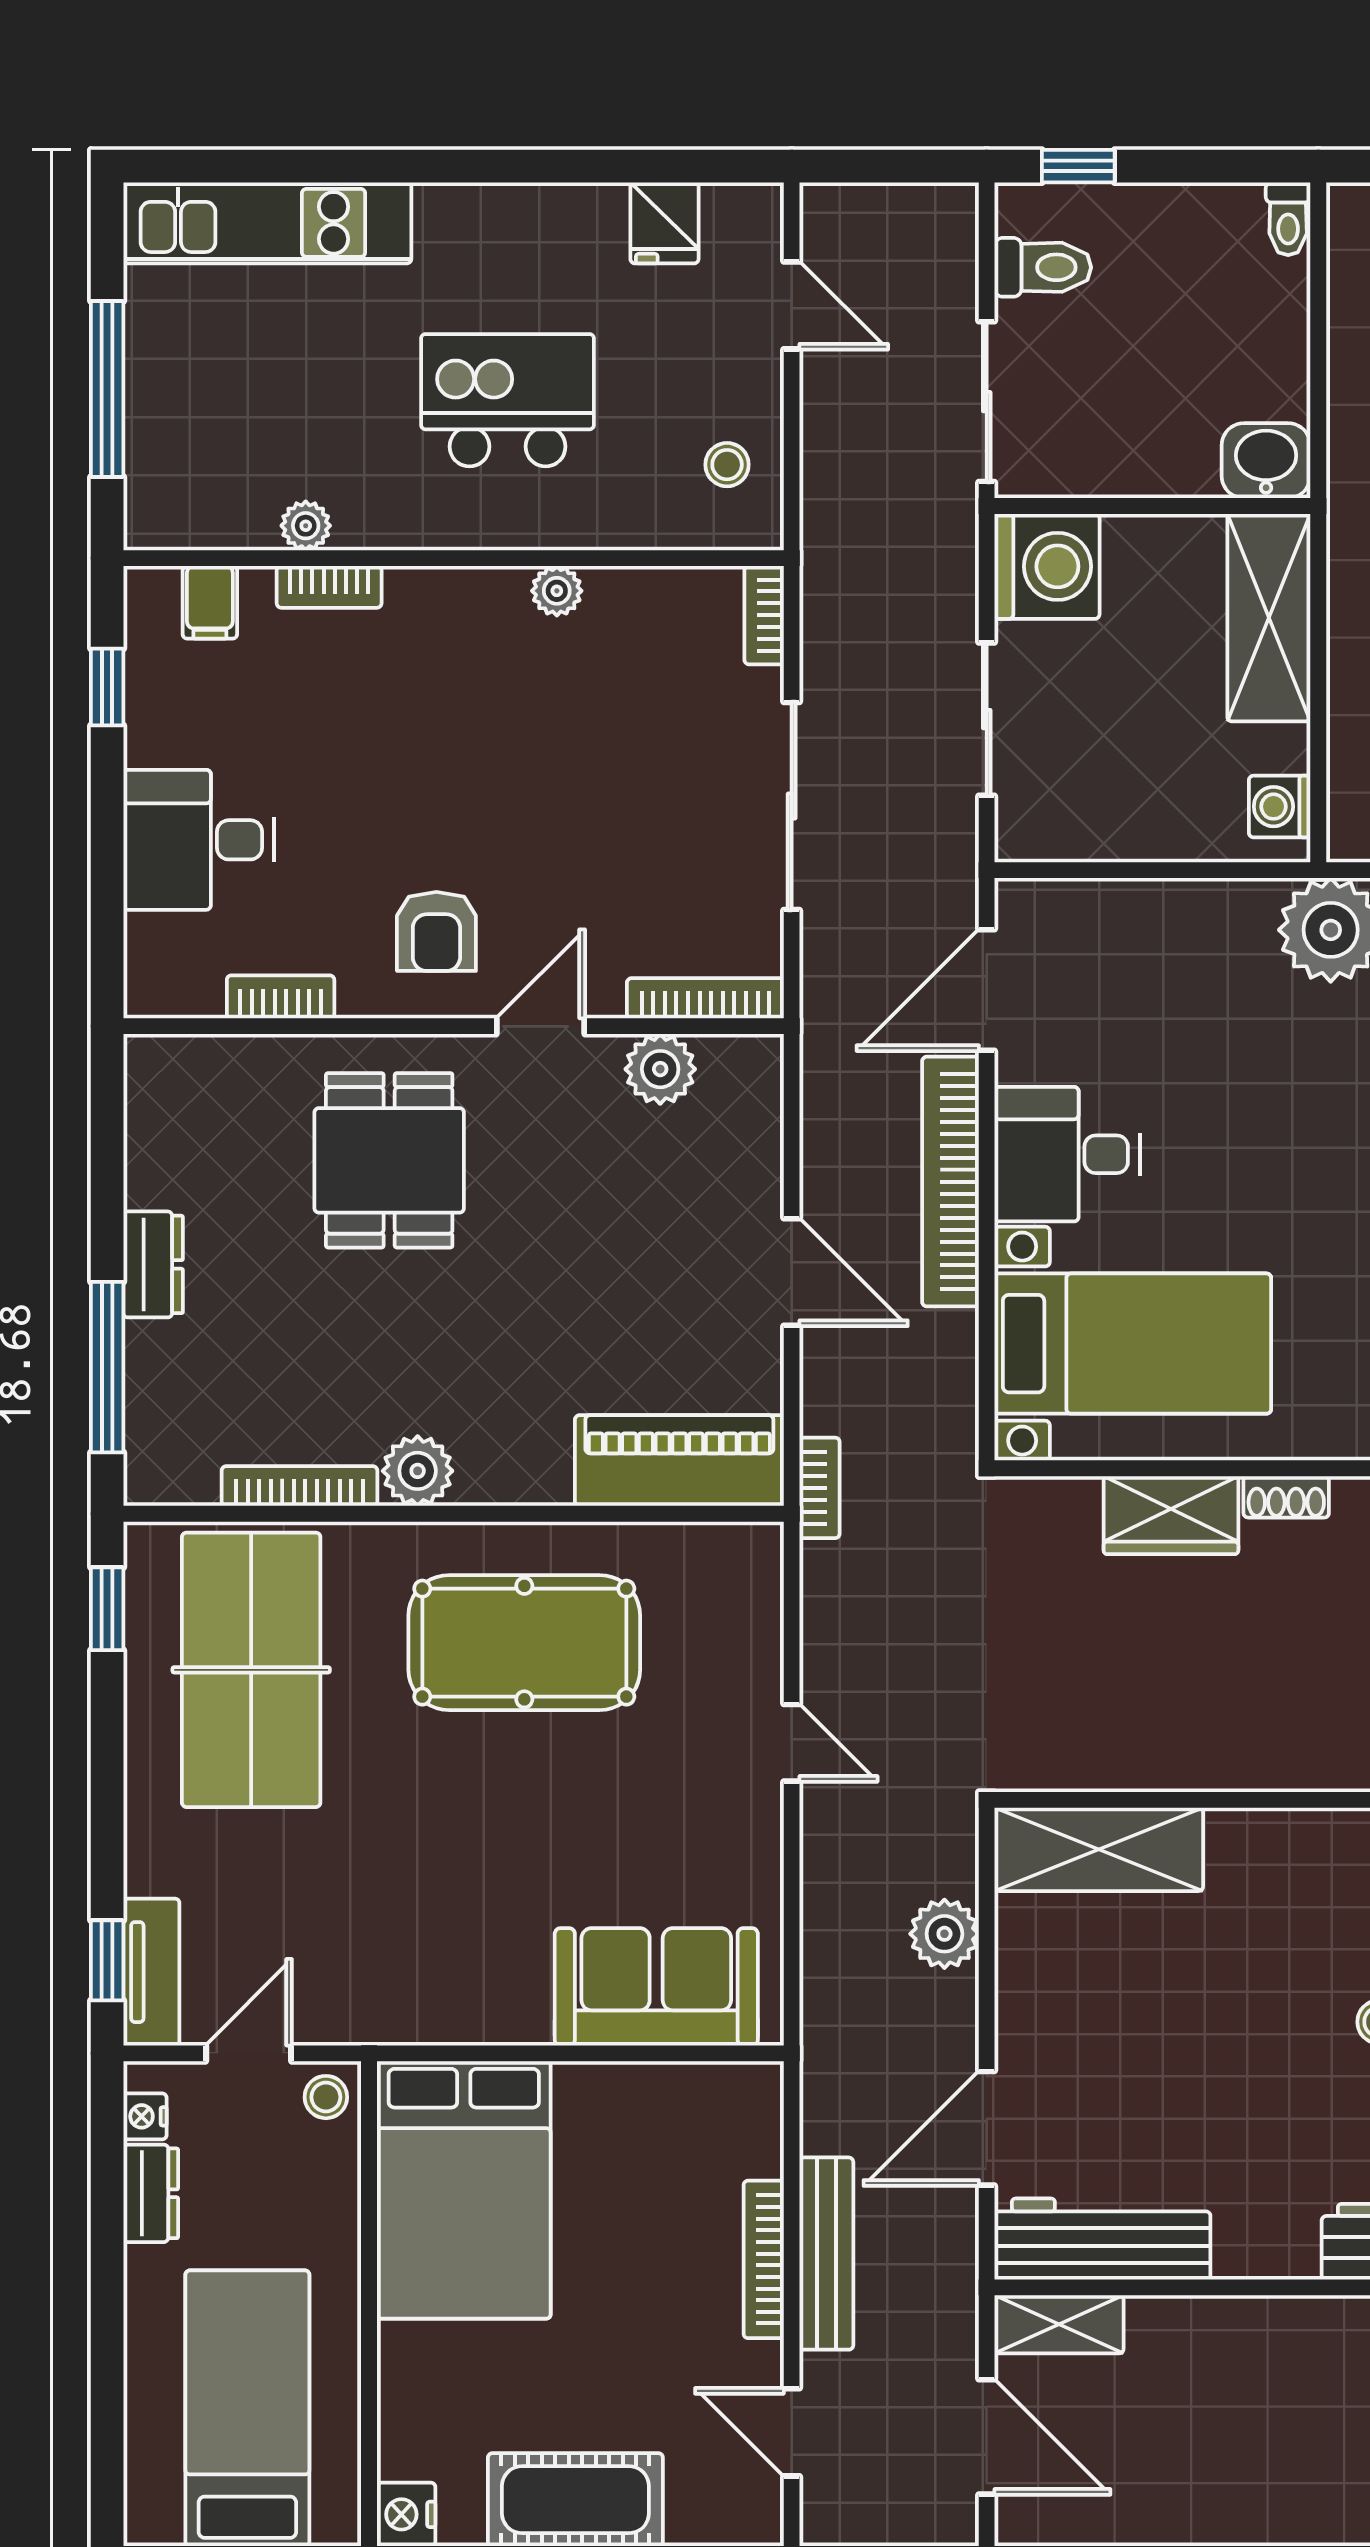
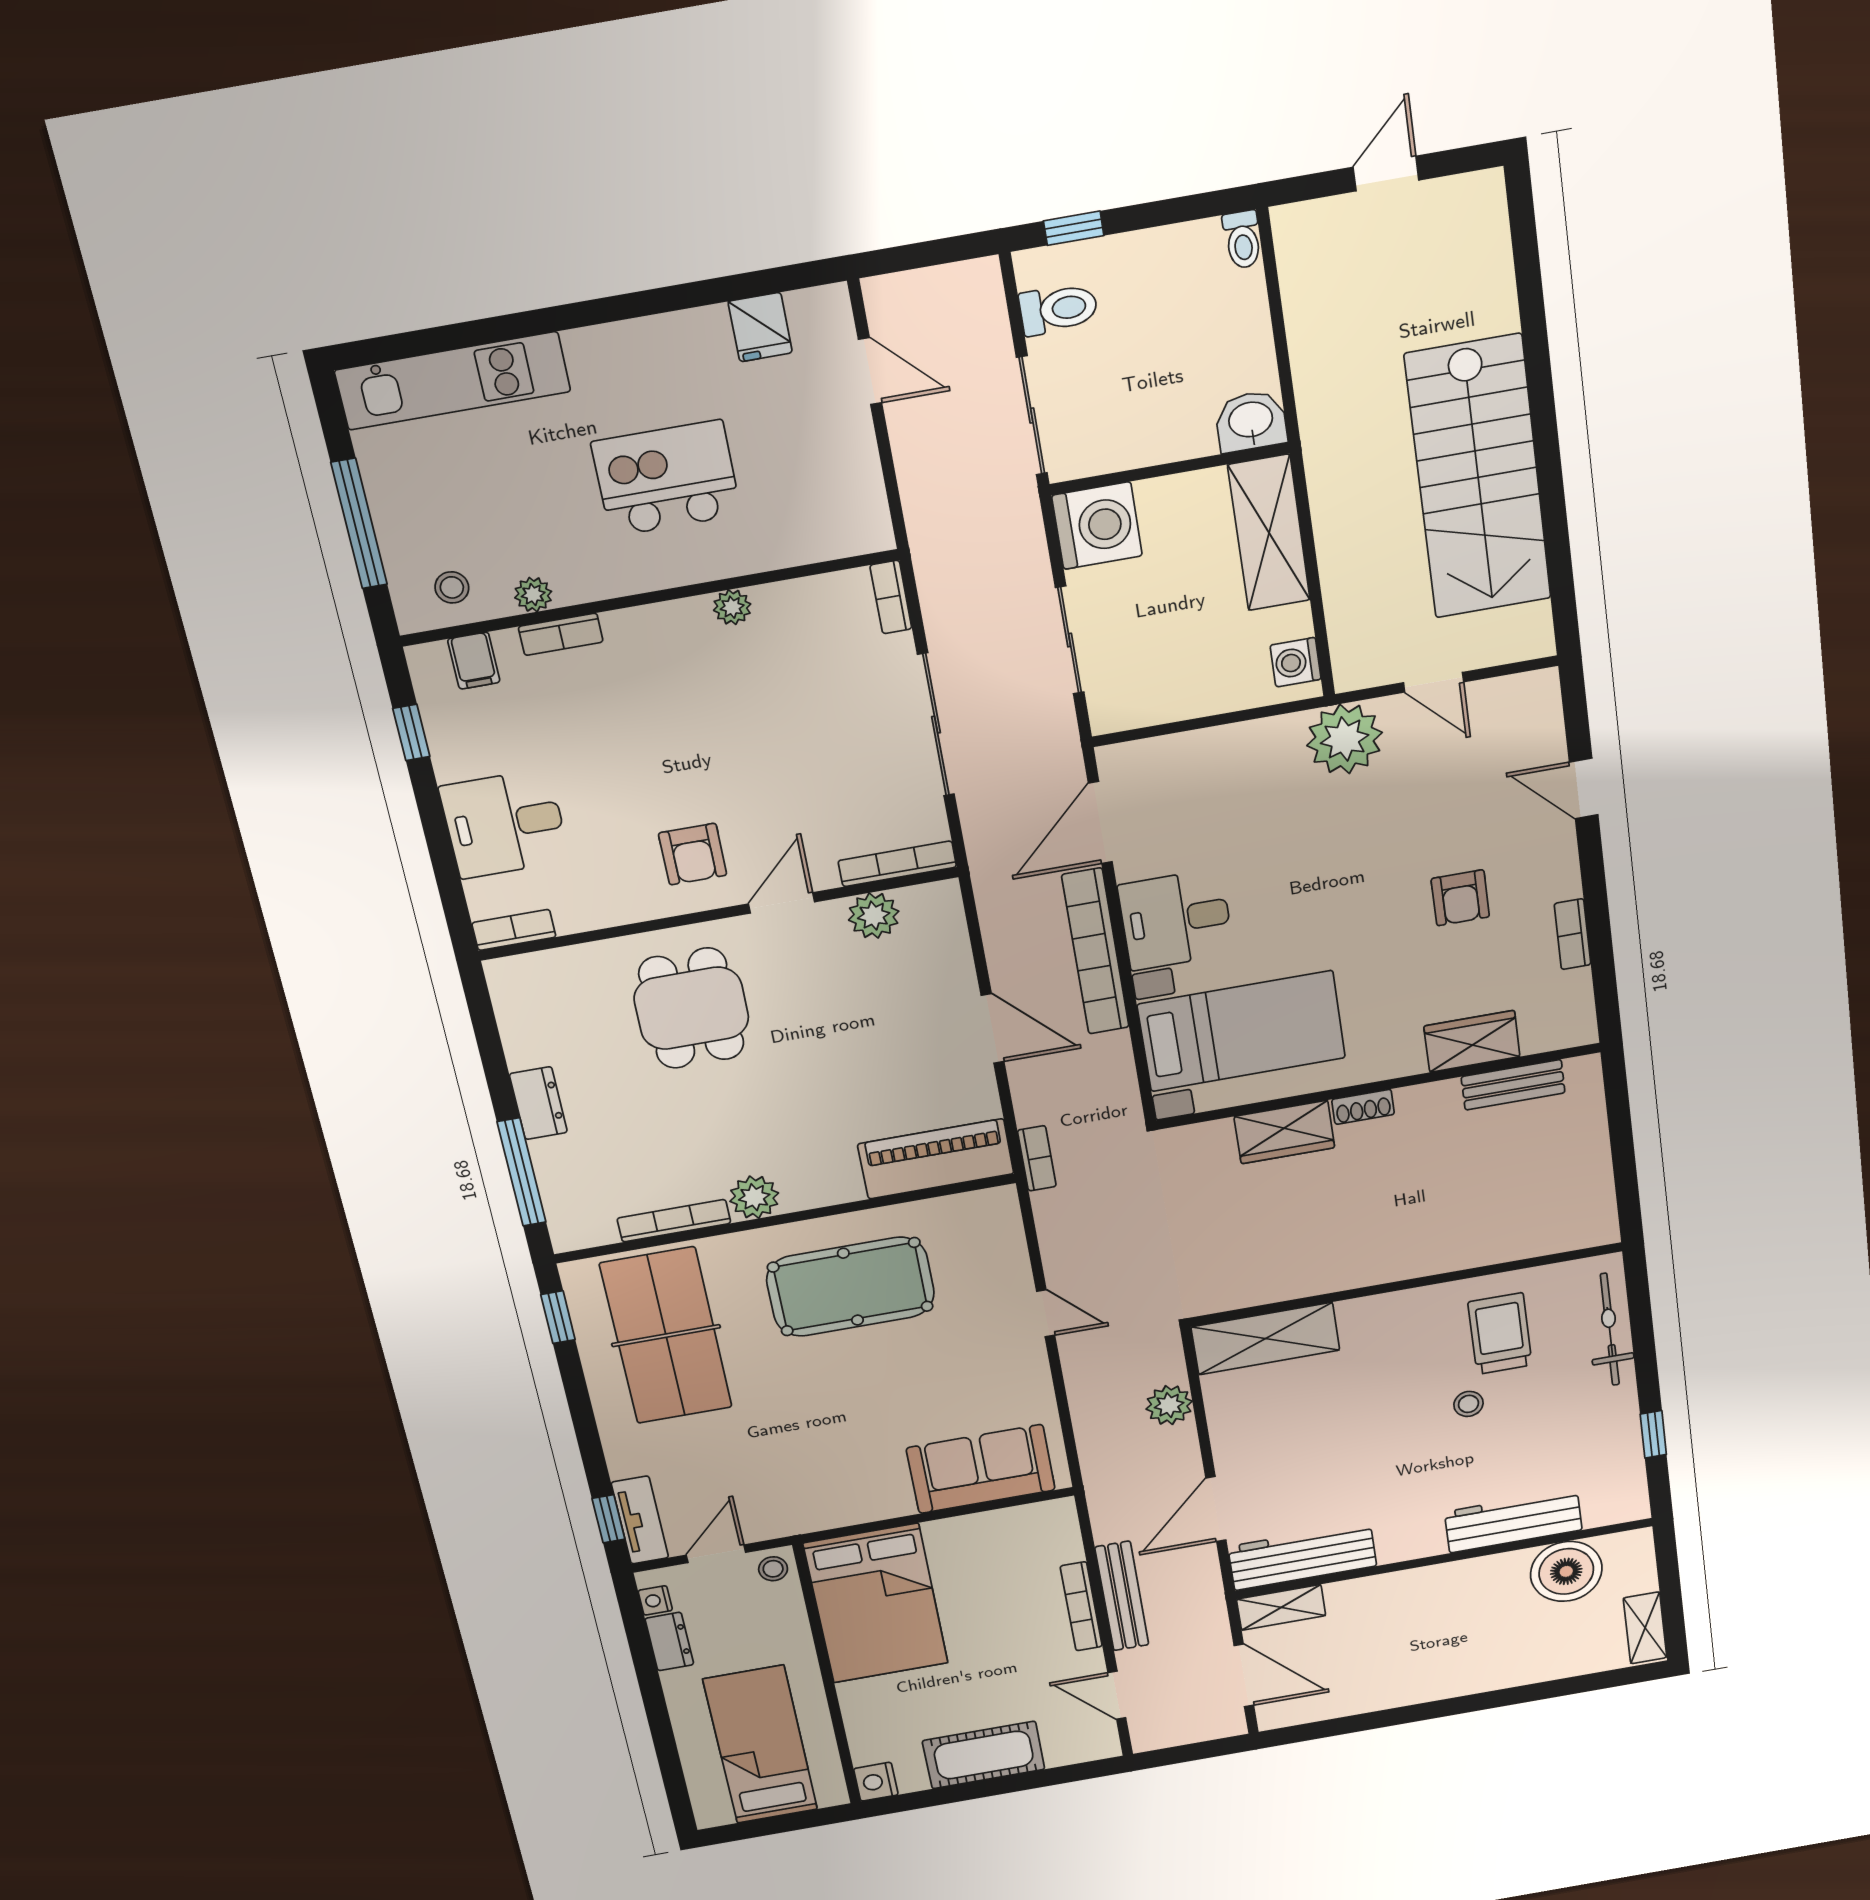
stool: (727, 465) -> (452, 587), moved
bookcase: (281, 997) -> (514, 930), moved

